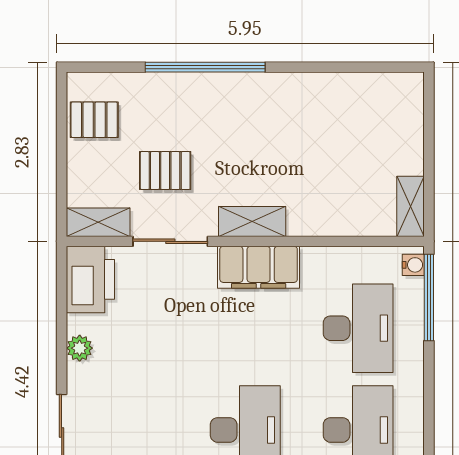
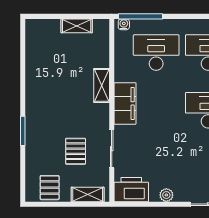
window: (205, 67) -> (23, 131), width x0.47
shelving: (410, 206) -> (77, 26), moved
shelving: (98, 222) -> (88, 194), moved, turned 90
shelving: (252, 222) -> (102, 85), moved

